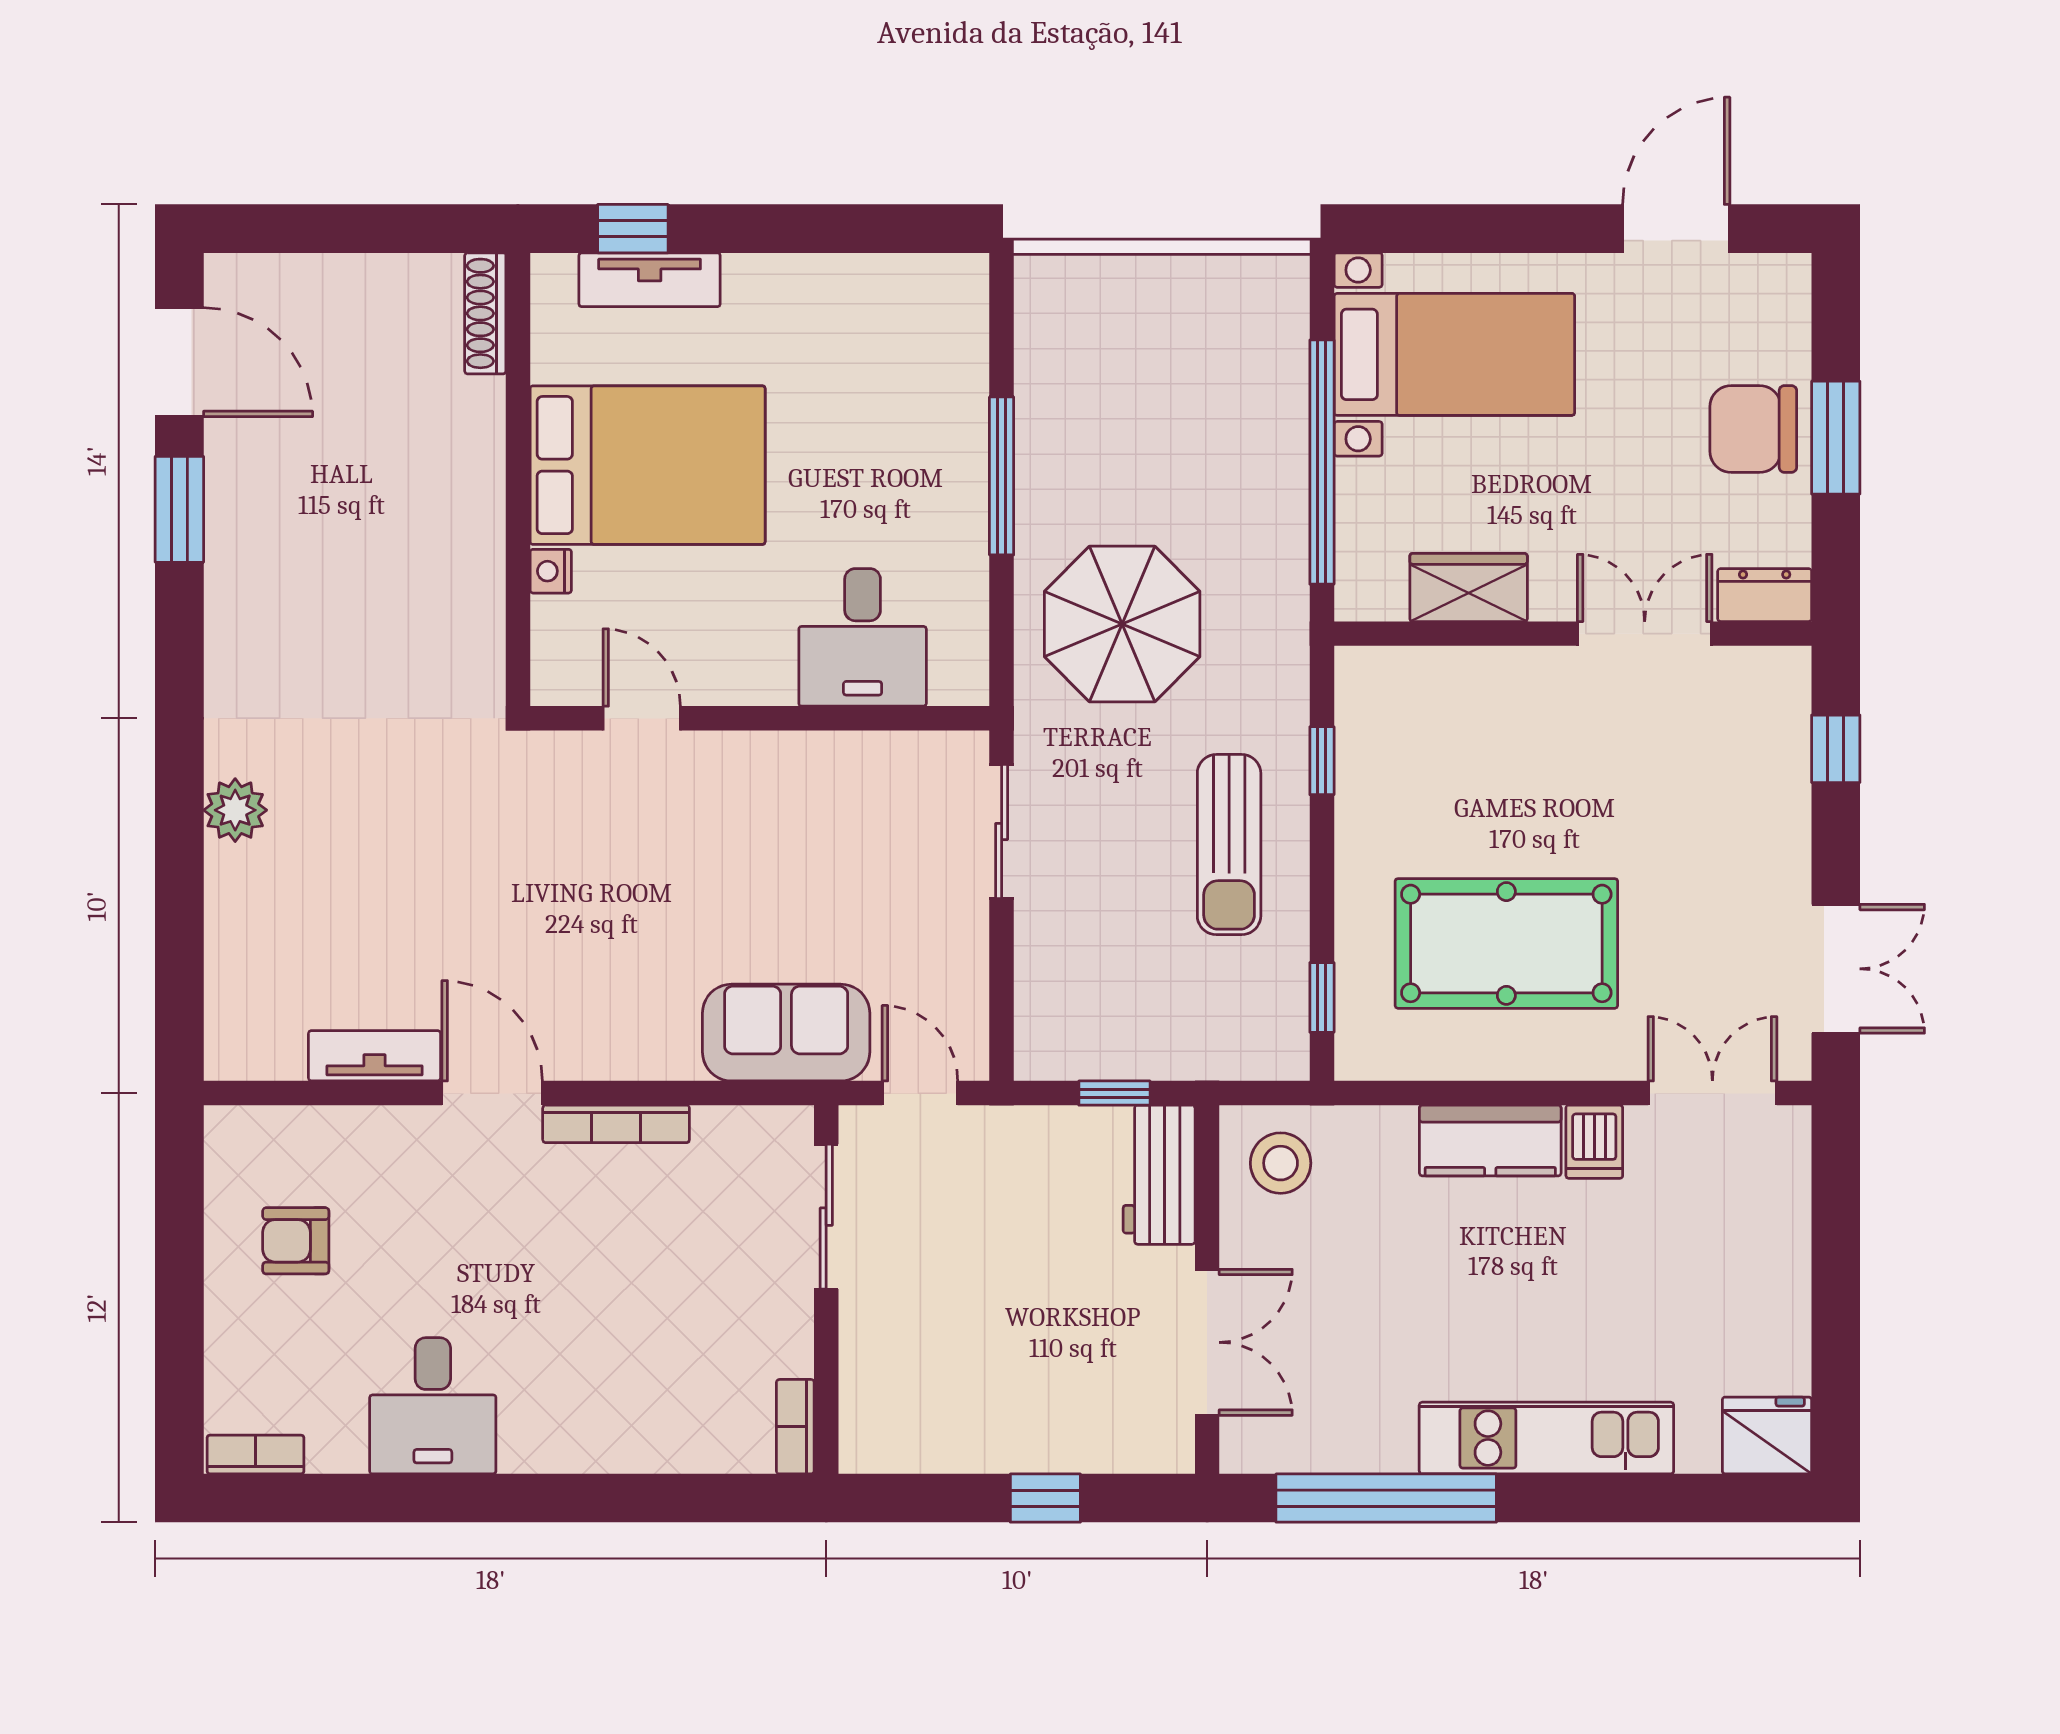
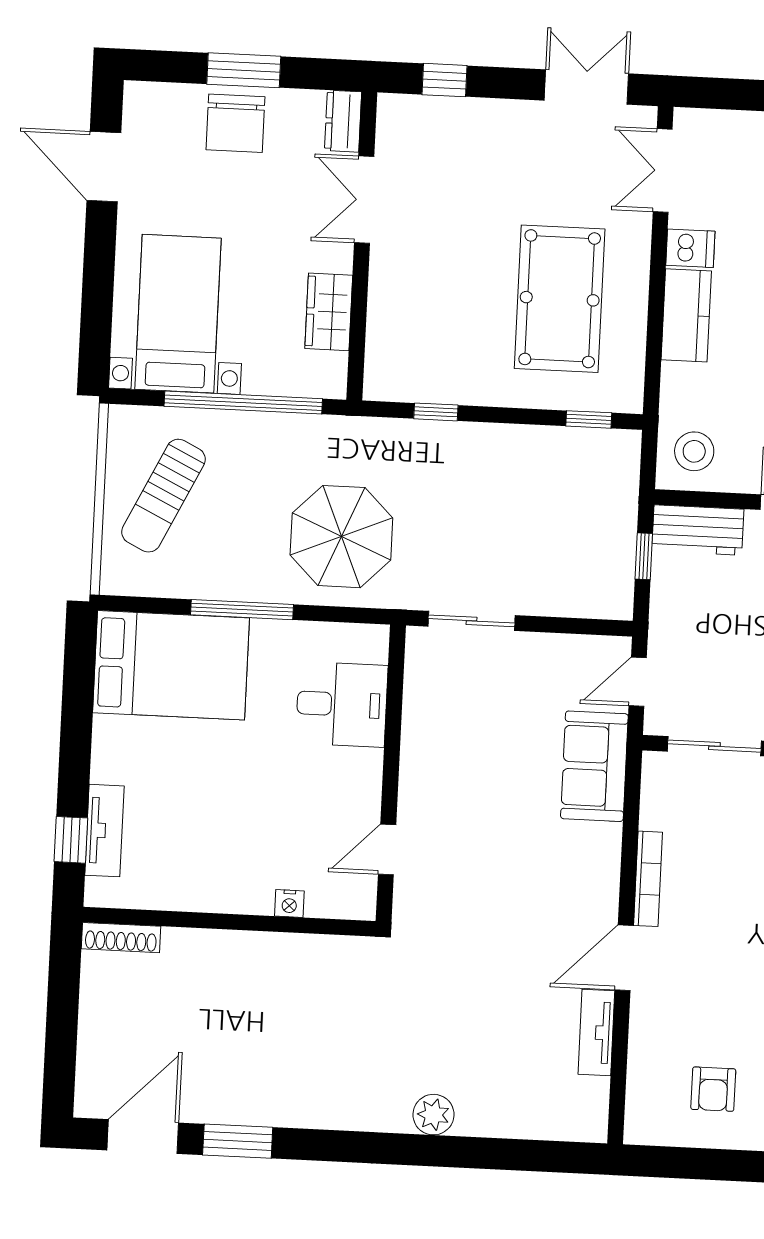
bed: (648, 465) -> (171, 665), moved, turned 90
sun lounger: (1229, 845) -> (163, 496), moved, turned 116

